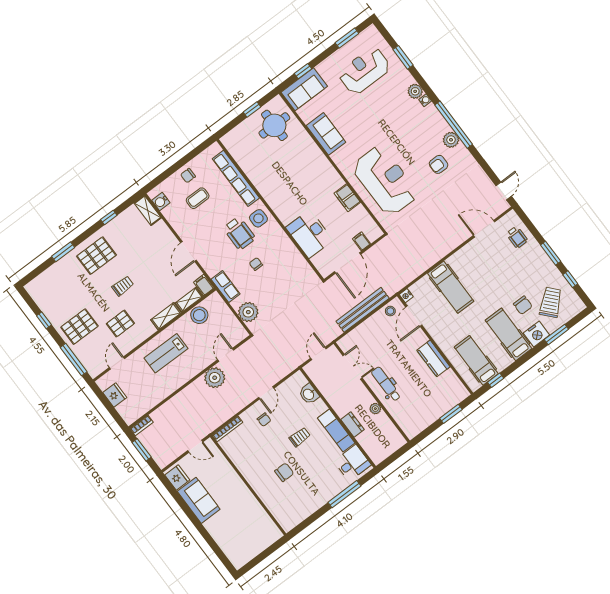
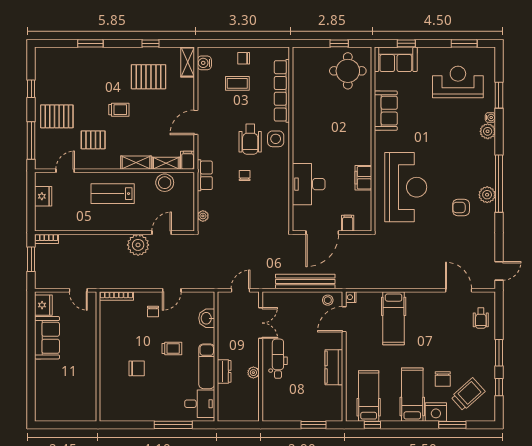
water cooler: (425, 100) -> (490, 118), moved
pallet: (96, 256) -> (149, 77), moved
plant: (248, 312) -> (203, 216), width x0.53, depth x0.53

